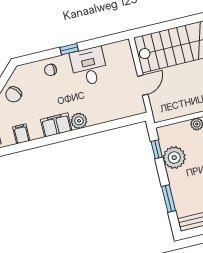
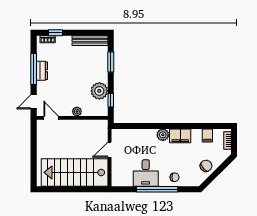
window: (69, 49) -> (157, 189), width x3.17

